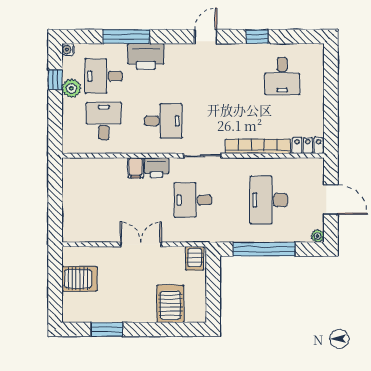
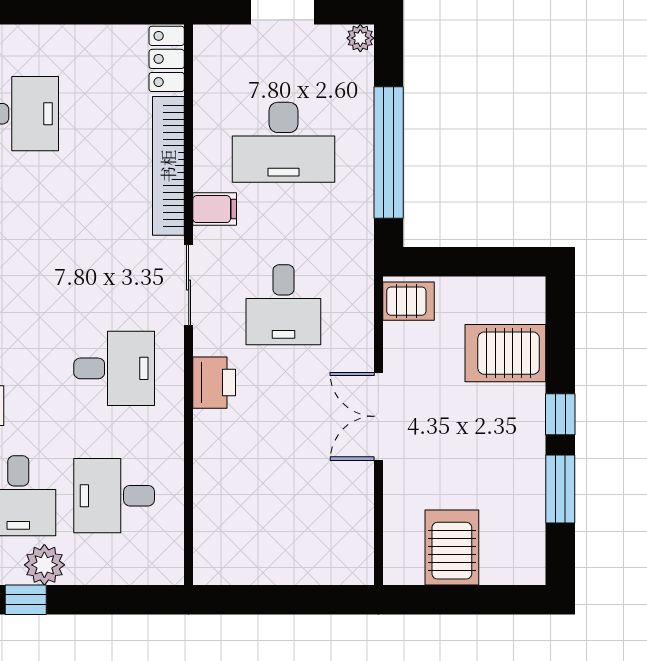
desk: (163, 121) -> (114, 368), turned 90
filing cabinet: (136, 168) -> (215, 209), moved
window: (142, 329) -> (560, 414), added

